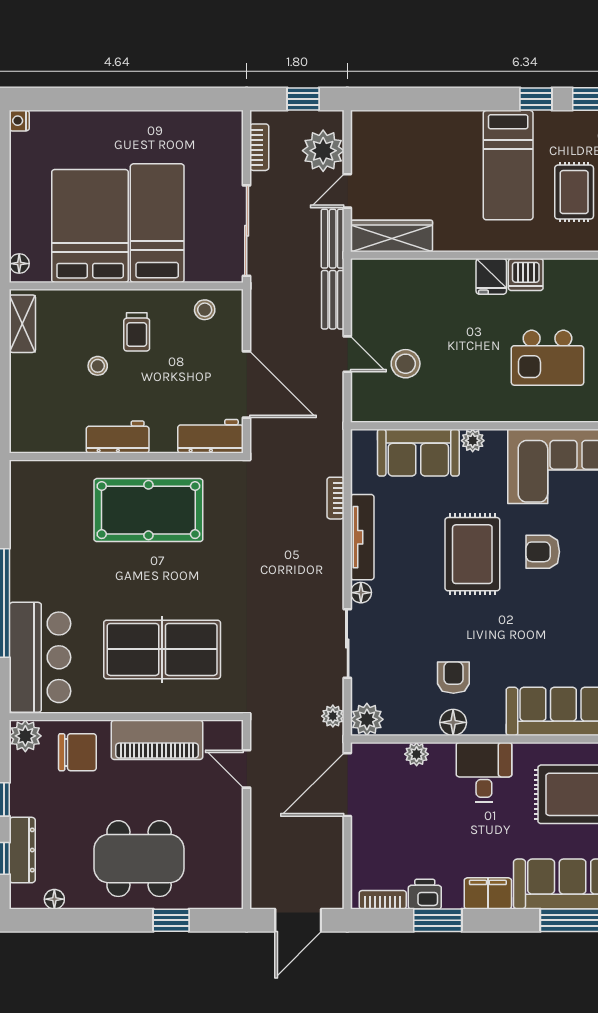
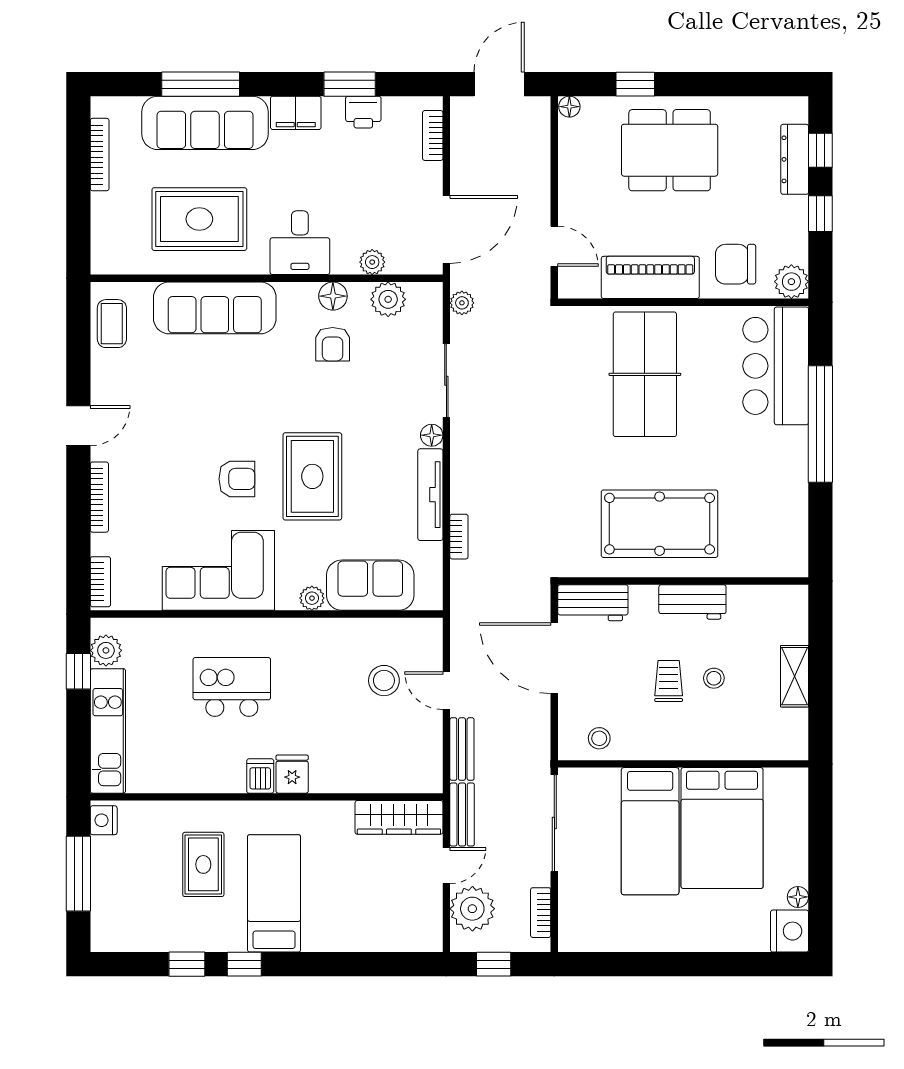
nightstand: (19, 121) -> (790, 931), width x1.89, depth x1.79
floor lamp: (19, 264) -> (798, 897), moved
dishwasher: (526, 275) -> (260, 776), width x0.73
shelving: (22, 324) -> (795, 676), moved
trolley: (137, 332) -> (669, 681), moved
table tennis table: (162, 649) -> (645, 374), turned 90
plant: (367, 719) -> (388, 299), moved
floor lamp: (54, 899) -> (569, 107), moved
bookcase: (383, 900) -> (433, 136), moved, turned 90

